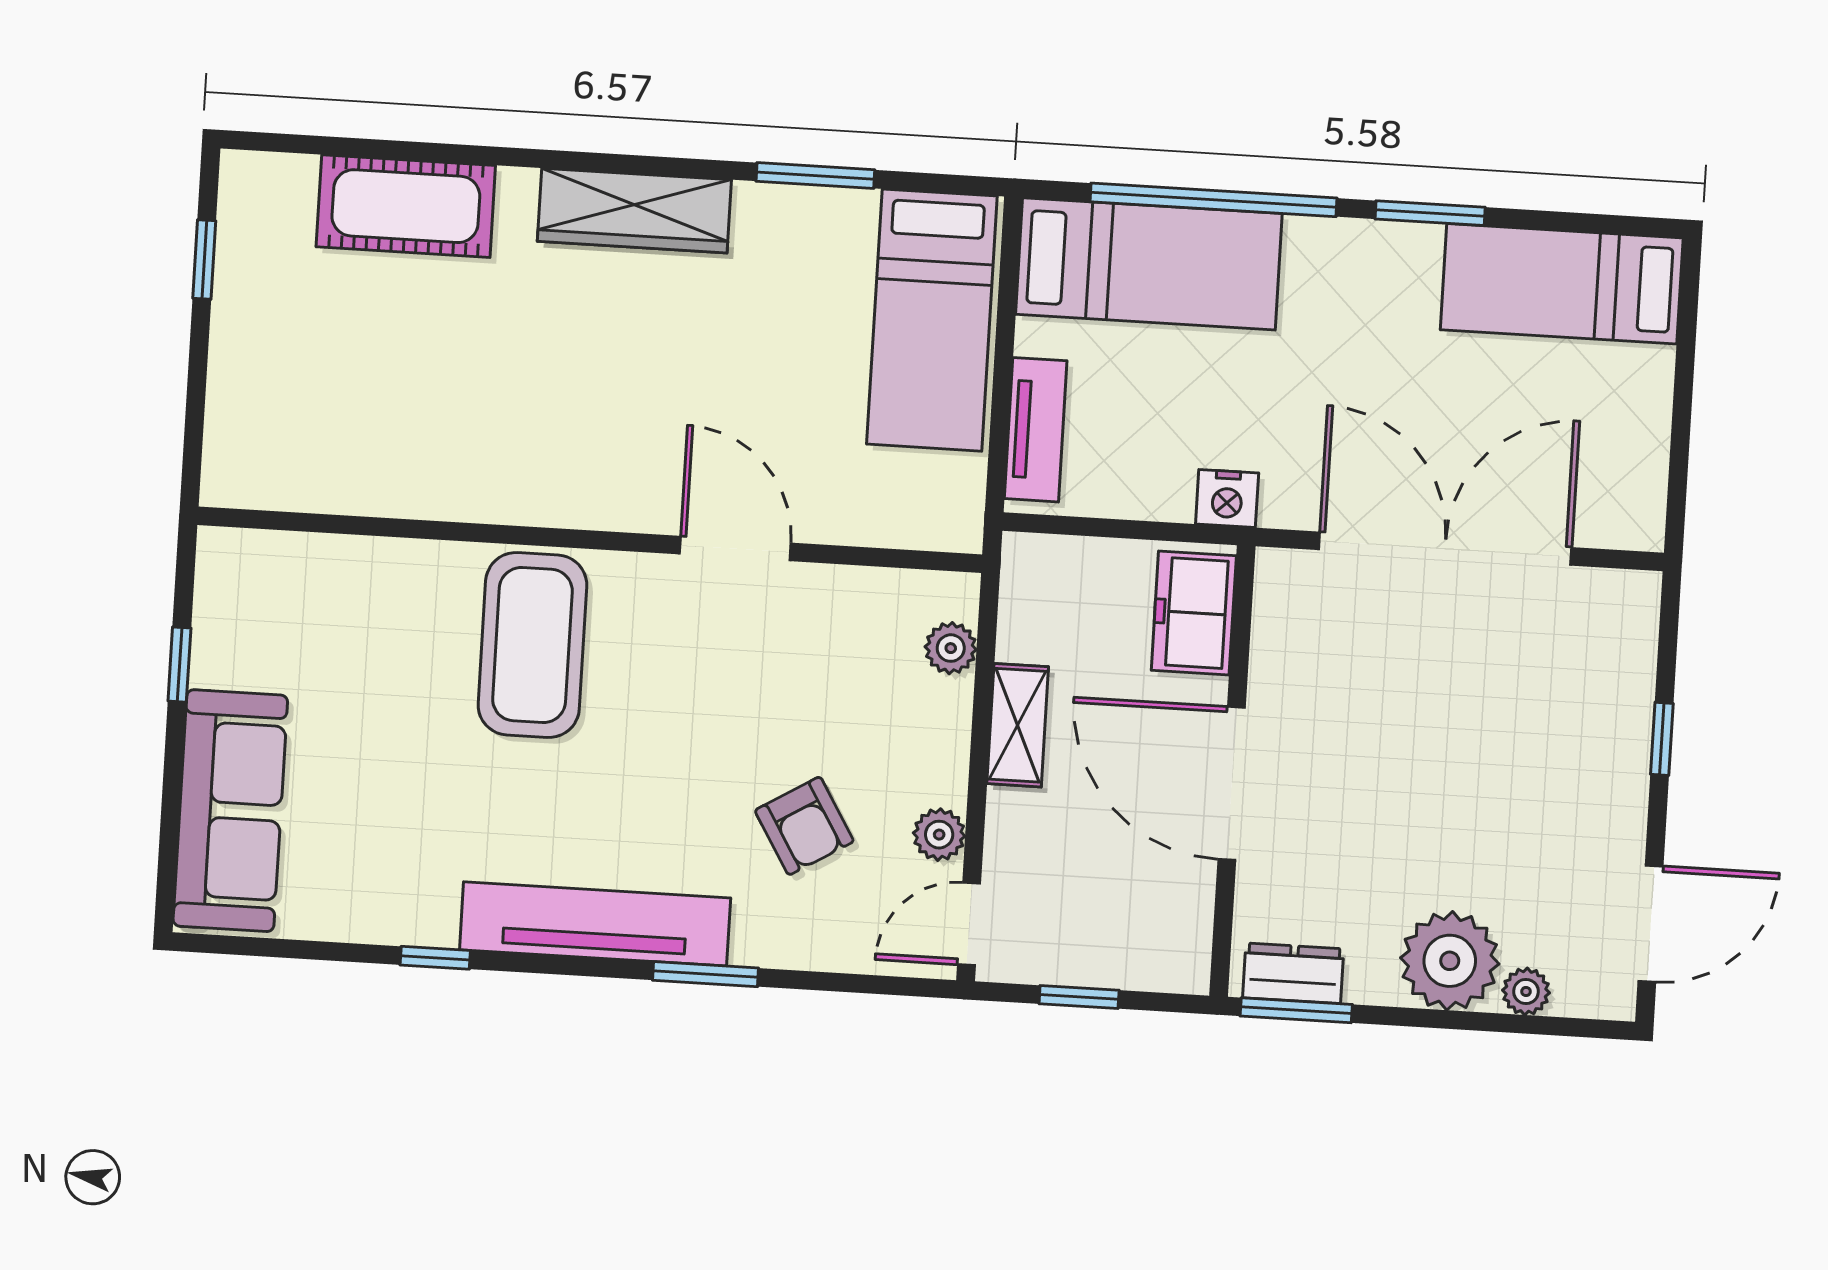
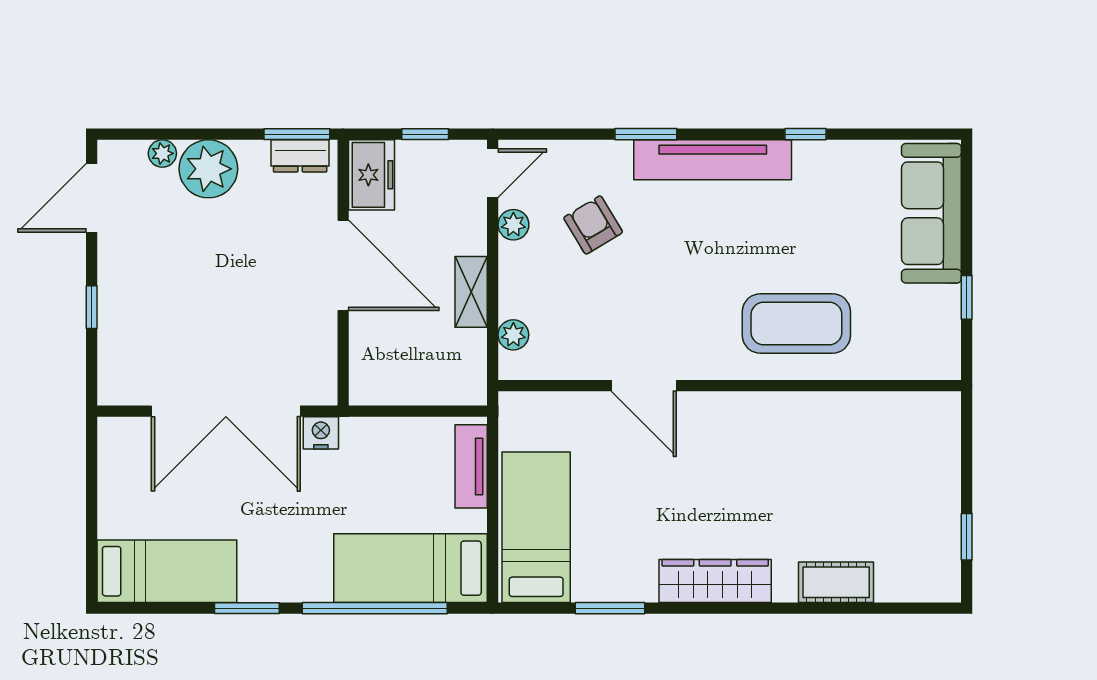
cot: (406, 206) -> (836, 582), width x0.73, depth x0.75
nightstand: (1227, 498) -> (321, 433), moved
freezer: (1194, 613) -> (372, 175), moved
coffee table: (532, 645) -> (796, 323), moved, turned 90

